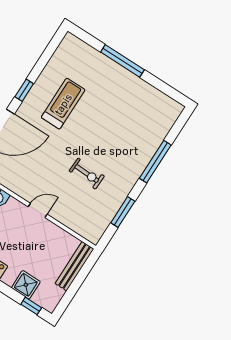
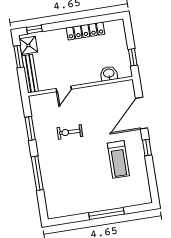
door: (38, 211) -> (64, 89), moved
shower: (26, 285) -> (28, 45), moved
window: (71, 293) -> (19, 57), added

